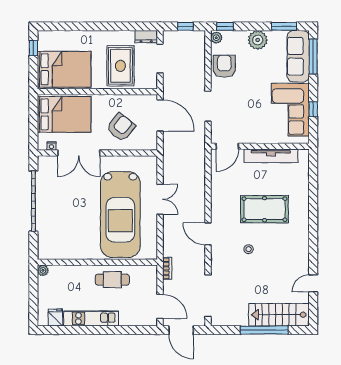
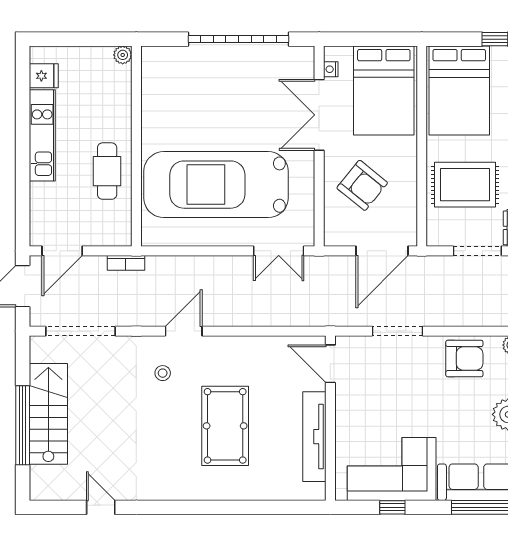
double door: (160, 199) -> (279, 251), moved
stool: (249, 249) -> (163, 373), moved
stairs: (279, 315) -> (48, 414), moved

